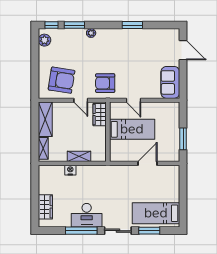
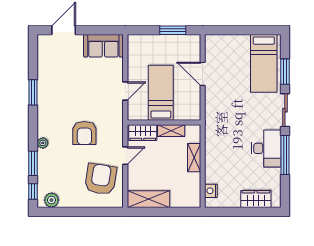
armchair: (105, 83) -> (84, 133), moved
shelving: (43, 148) -> (171, 131), moved
nightstand: (70, 170) -> (211, 191), moved

